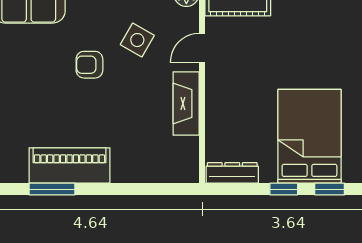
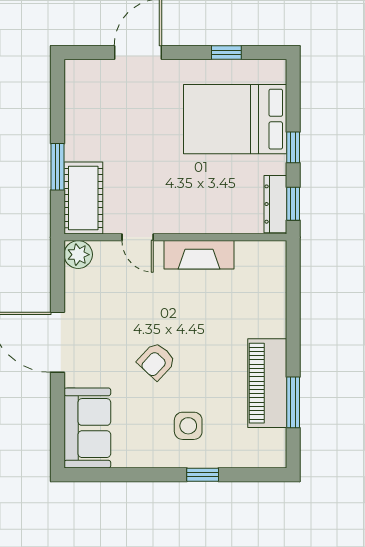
side table: (137, 40) -> (188, 426), moved, turned -30
armchair: (89, 65) -> (156, 361), turned 43
window: (330, 189) -> (293, 204), moved

